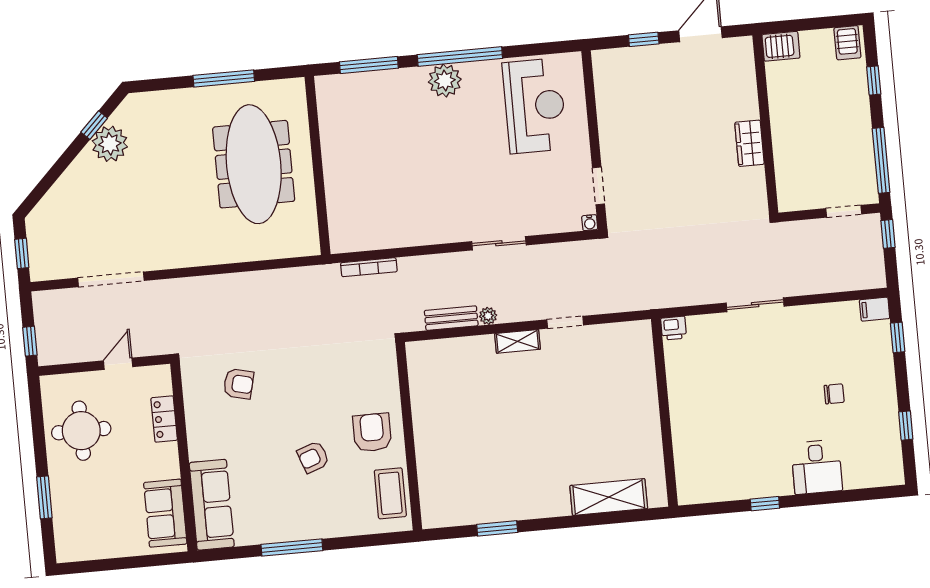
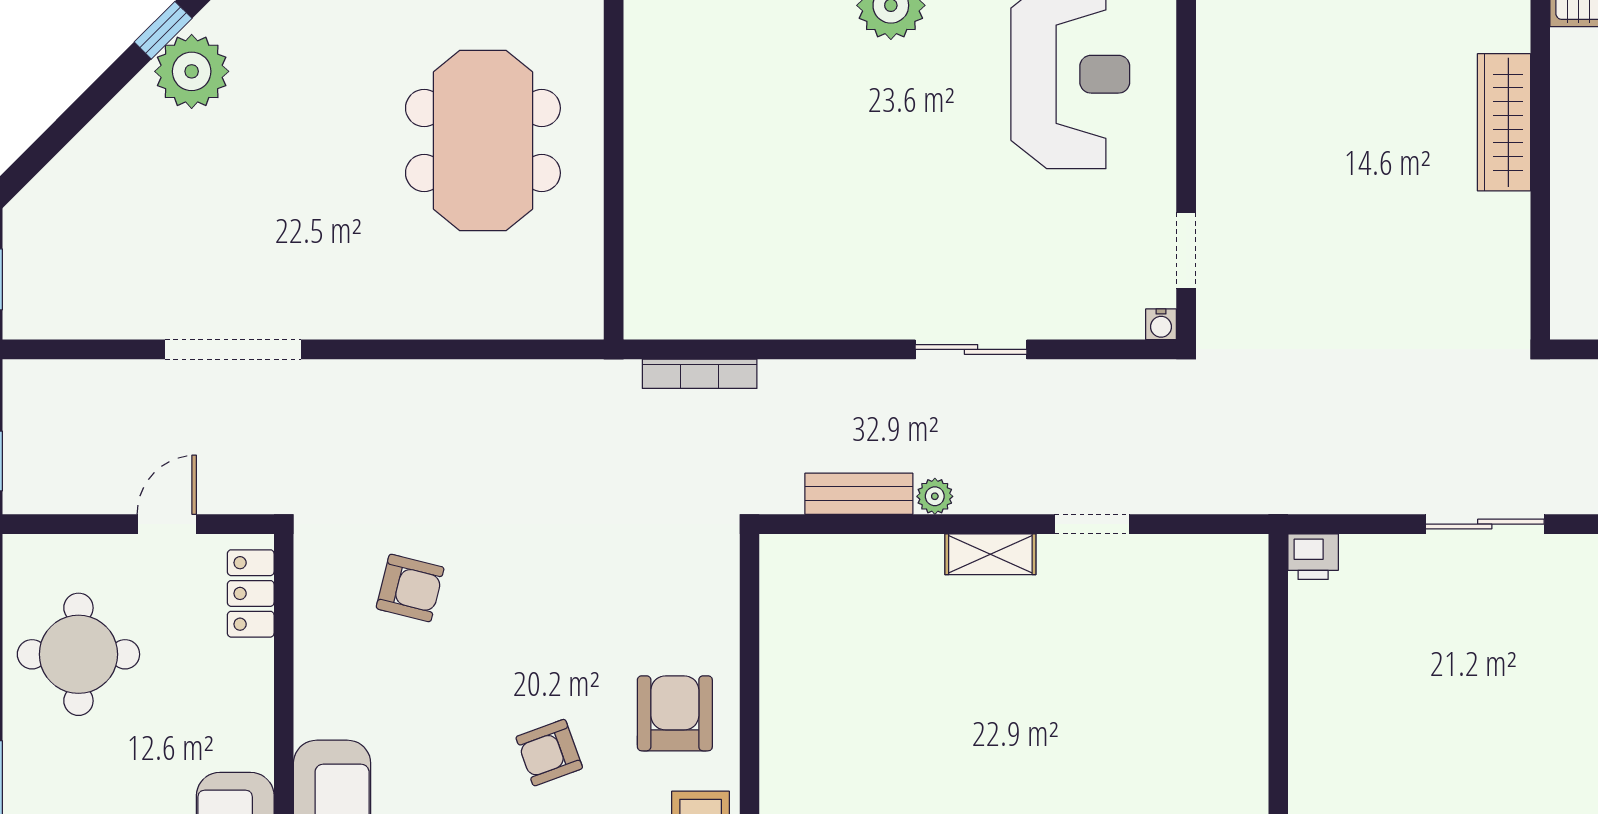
wardrobe: (750, 143) -> (1504, 122), moved, width x1.50
meeting table: (254, 164) -> (483, 140), width x0.73
doorway: (111, 279) -> (233, 349), moved
locker: (164, 419) -> (251, 593), moved

